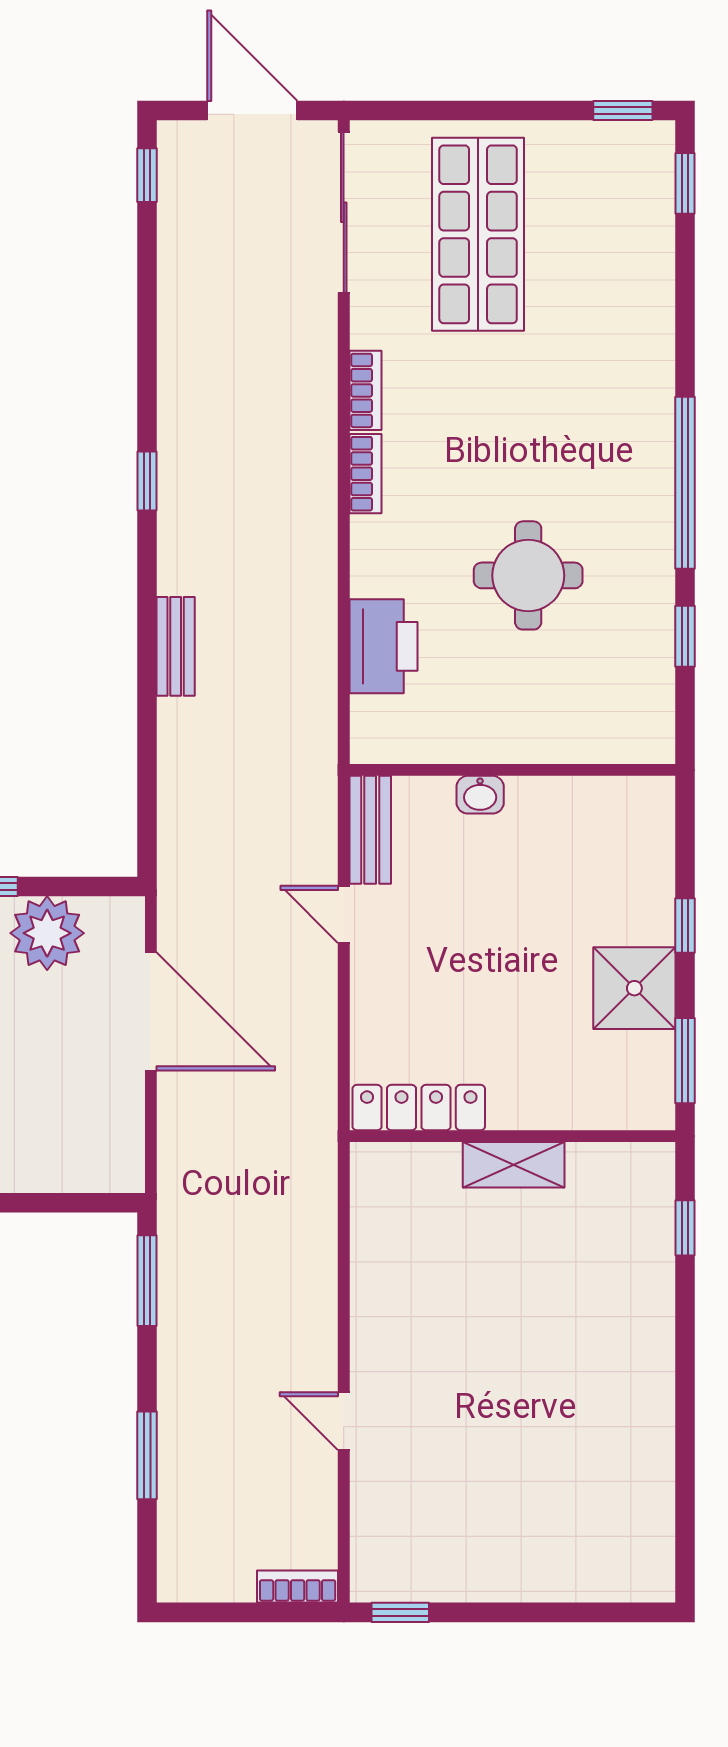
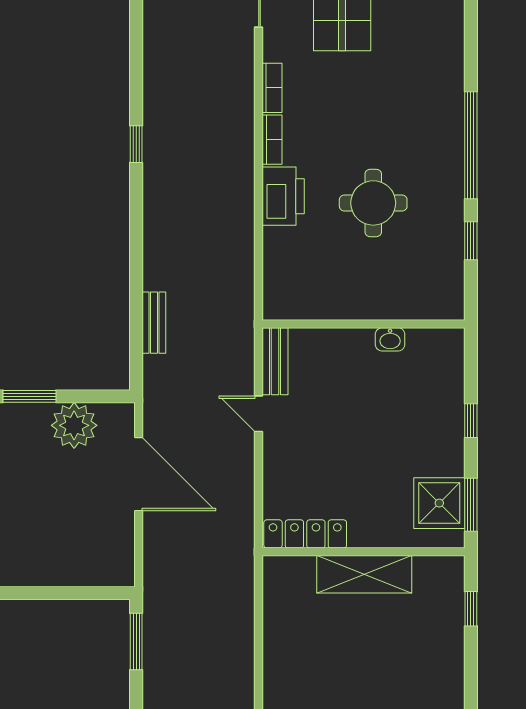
bench: (176, 646) -> (154, 323), moved
printer: (383, 646) -> (283, 196), moved
washbasin: (480, 795) -> (390, 339), moved
shower: (634, 988) -> (439, 503), moved
shelving: (514, 1165) -> (364, 574), width x1.50, depth x1.33

